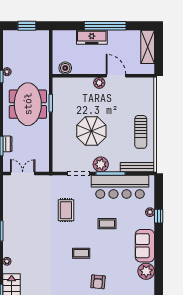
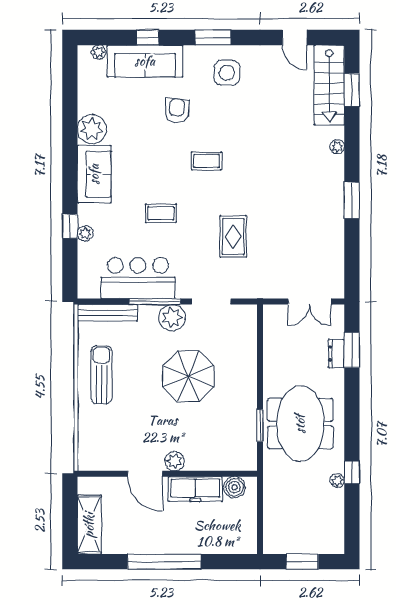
freezer: (92, 37) -> (195, 489), moved, turned 180
bar counter: (120, 187) -> (138, 278), width x0.73

